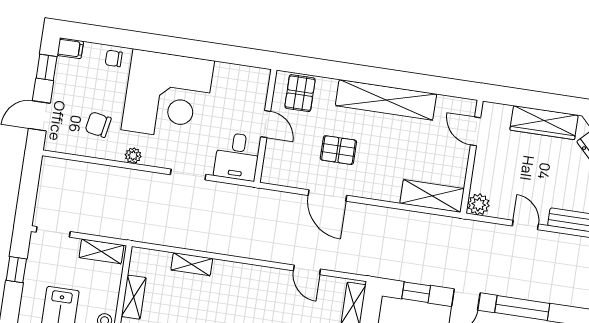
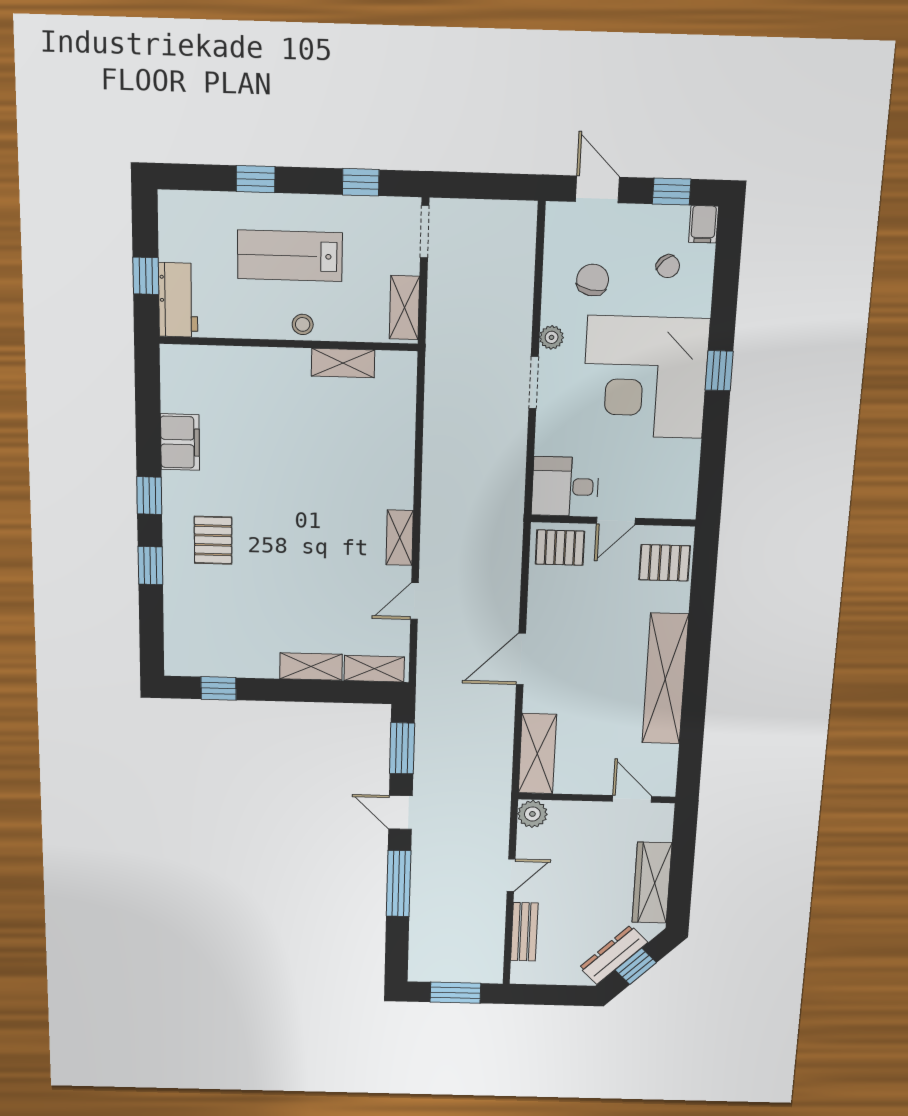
window: (169, 45) -> (719, 371), added
chair: (114, 58) -> (668, 266), moved, turned 138
door: (475, 131) -> (632, 799), hinge flipped
pallet: (338, 150) -> (560, 548), moved, turned 90
doorway: (188, 175) -> (534, 382), moved
door: (327, 195) -> (521, 659), moved
shelving: (192, 264) -> (400, 538), moved
window: (416, 292) -> (402, 748), width x1.50

